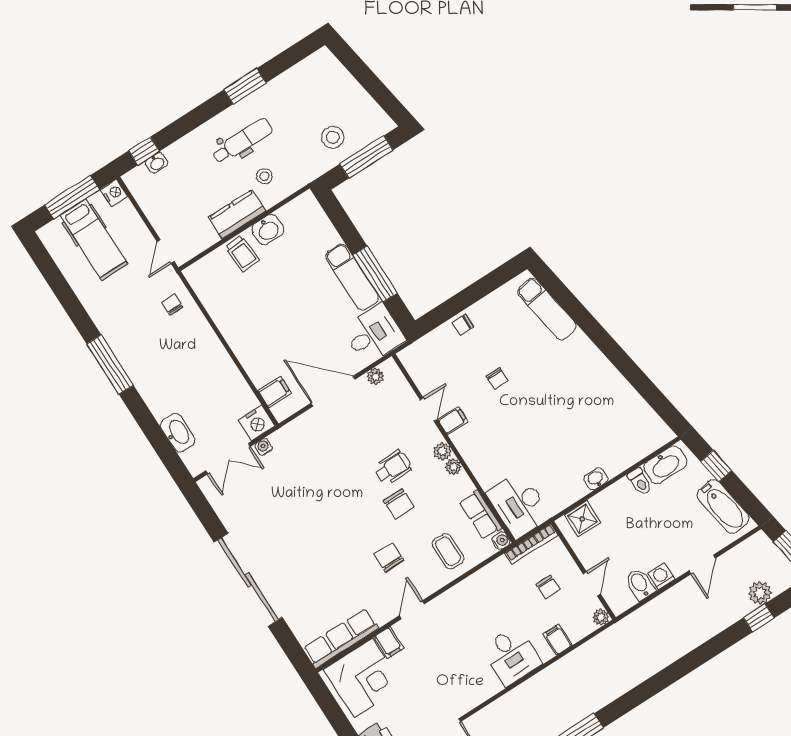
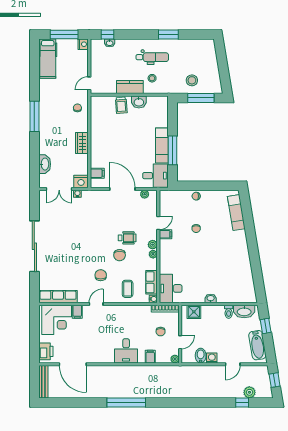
hospital bed: (94, 240) -> (48, 59), moved
wardrobe: (217, 358) -> (82, 143), added

